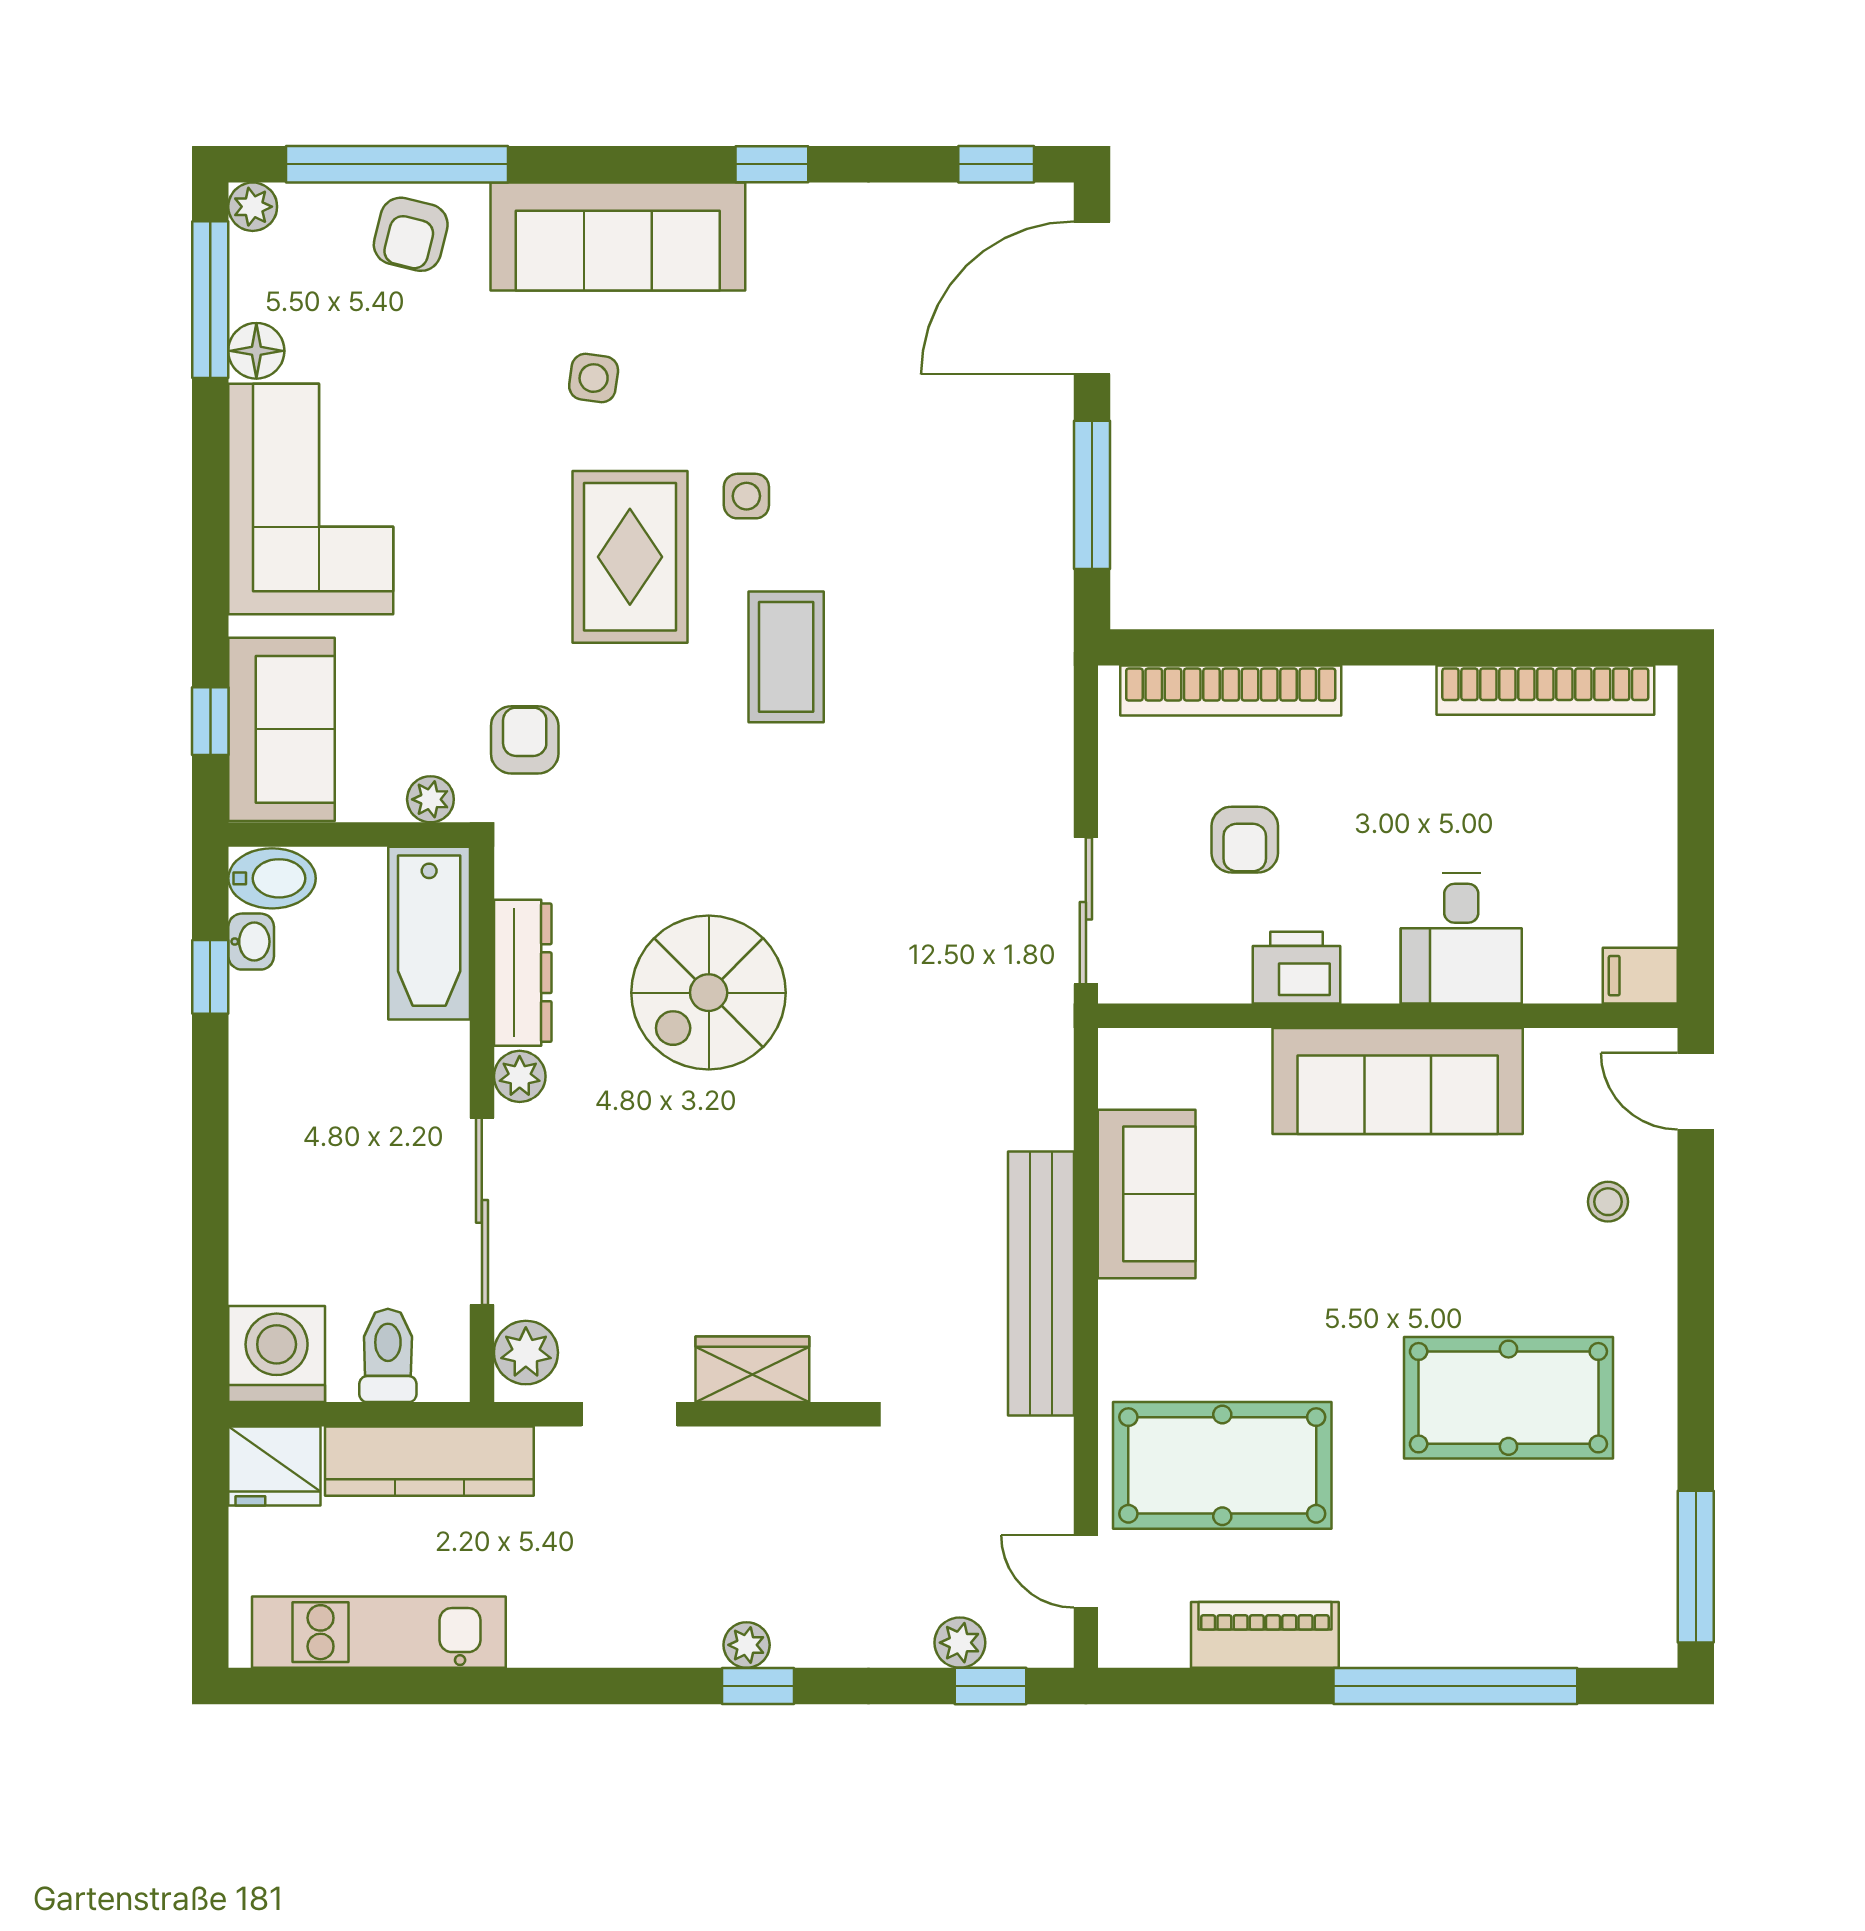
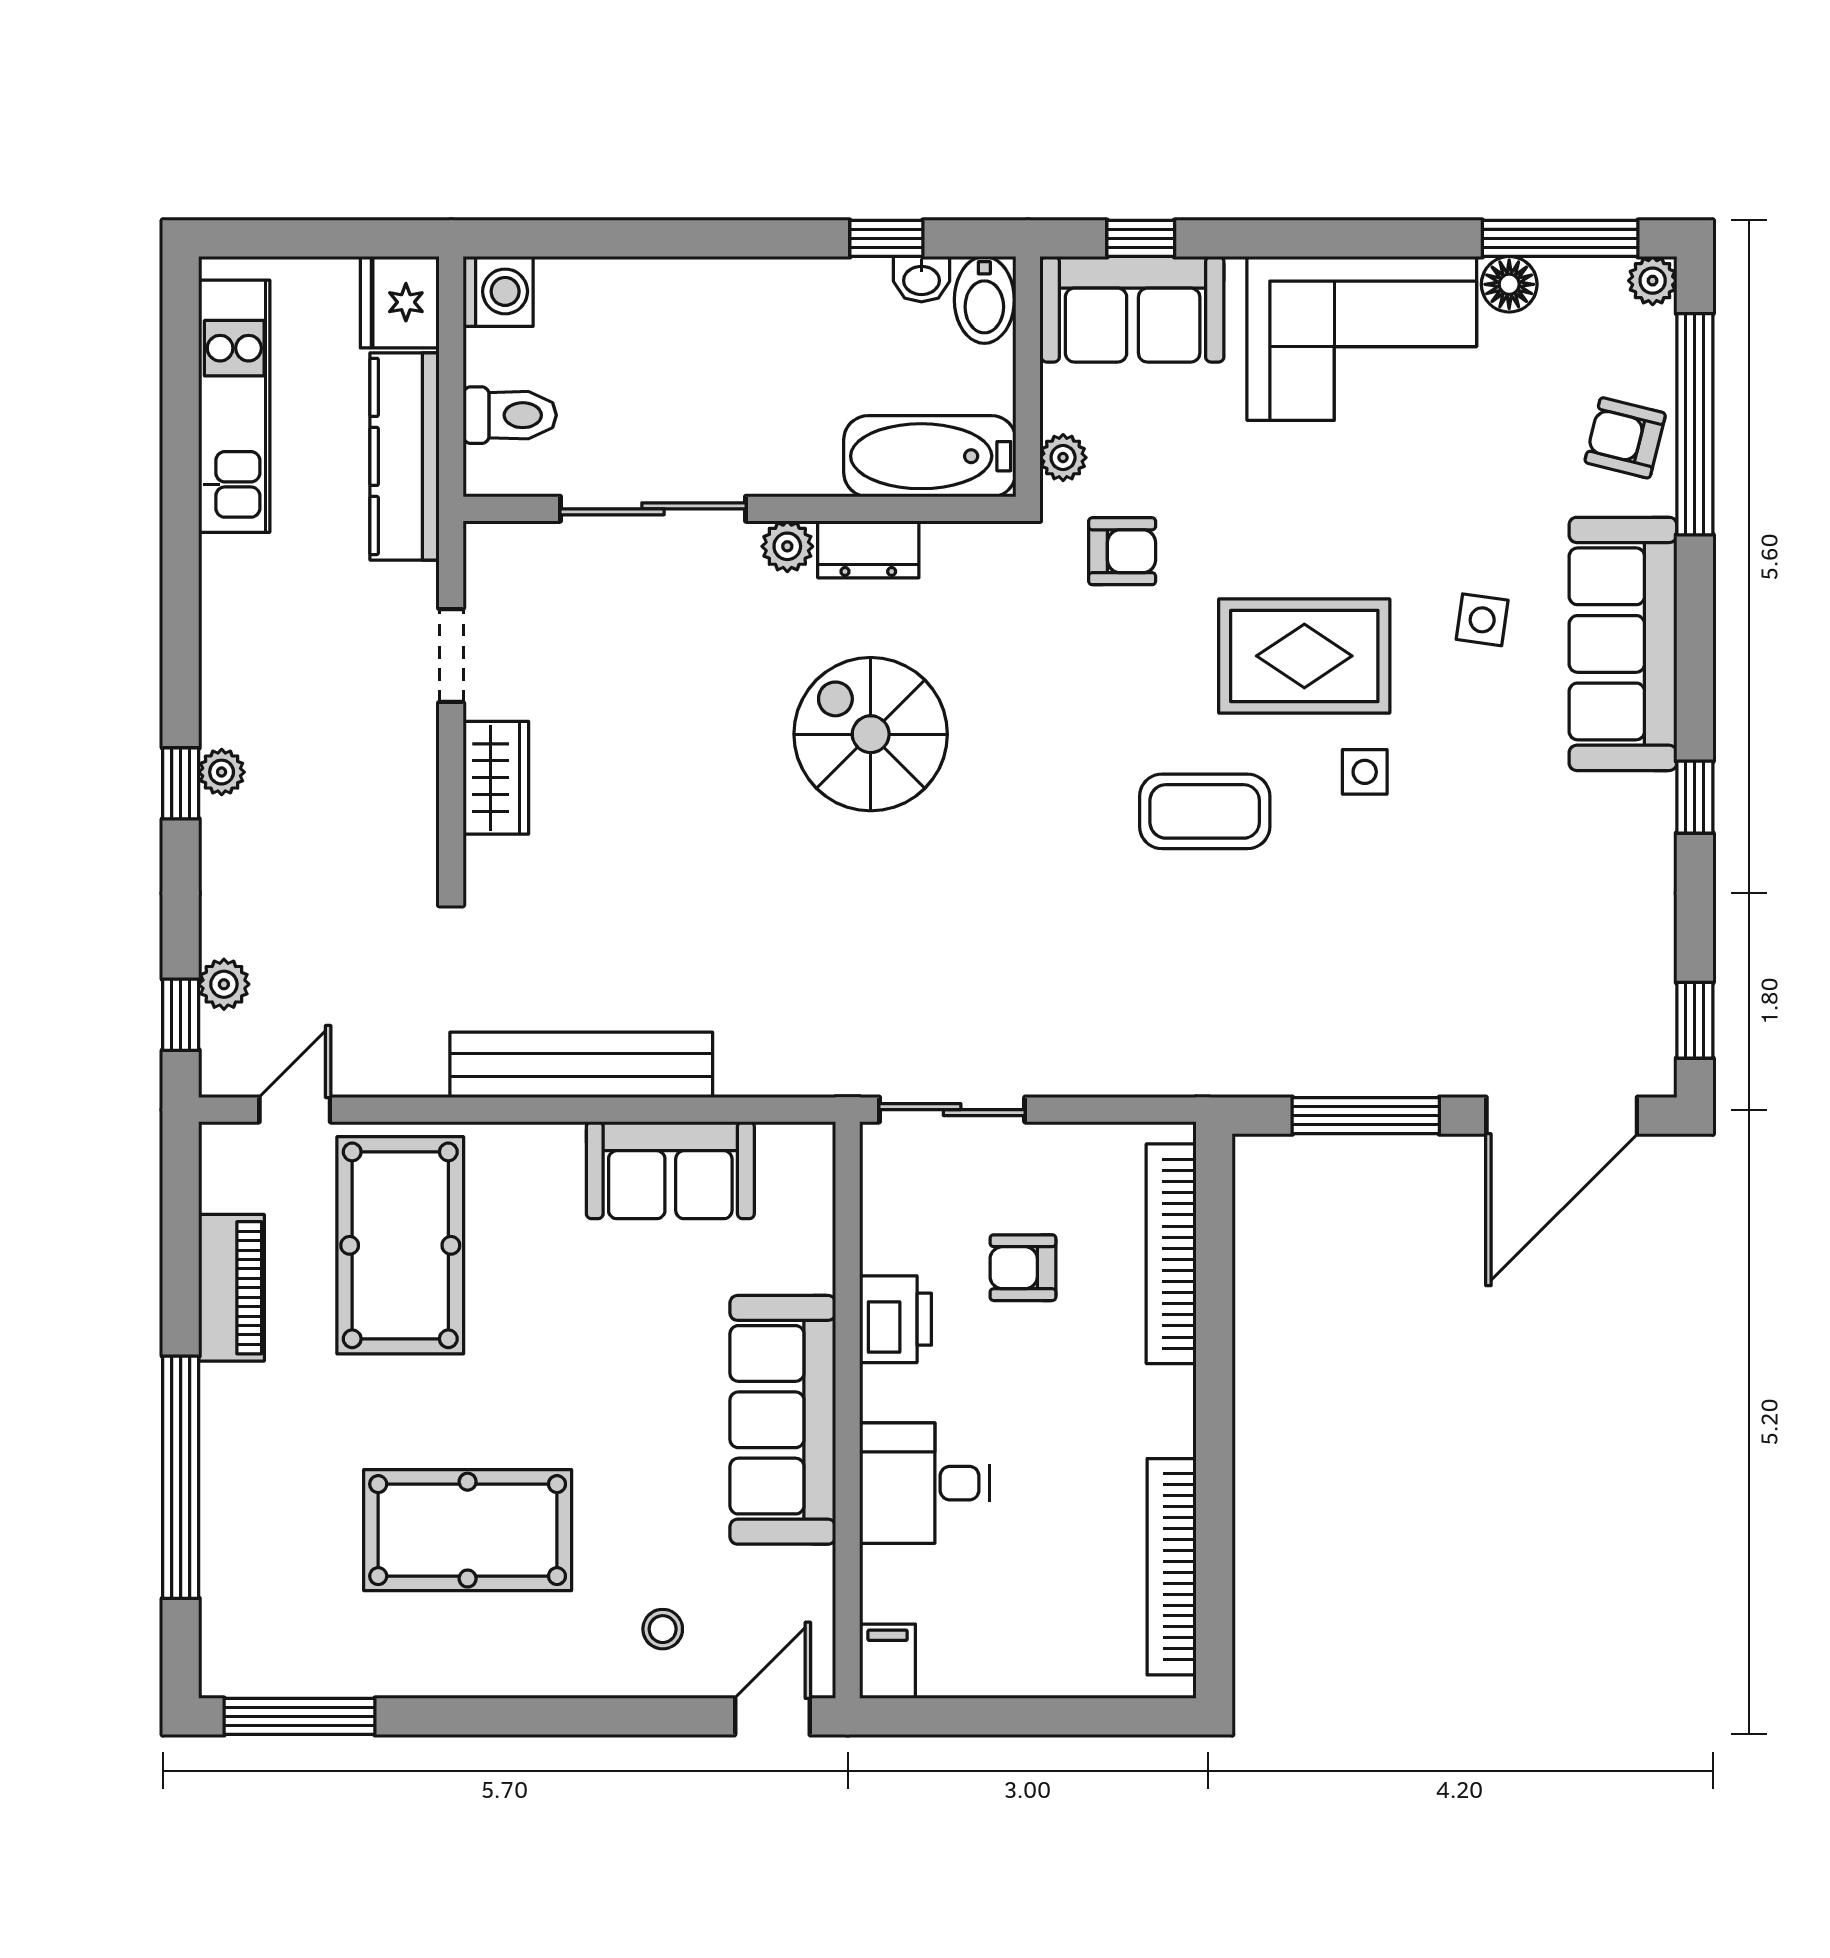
door: (1092, 298) -> (1562, 1116), swing flipped
dresser: (523, 973) -> (868, 549), width x0.70
plant: (526, 1353) -> (513, 553), removed
washing machine: (277, 1354) -> (498, 291), width x0.73, depth x0.73
pool table: (1508, 1398) -> (468, 1530), turned 90

